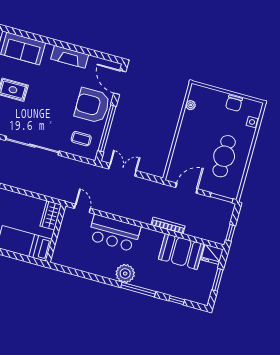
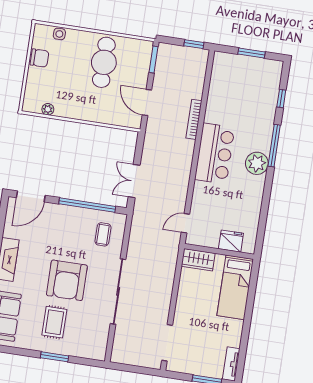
armchair: (92, 105) -> (67, 280), moved
cafe table: (224, 156) -> (104, 62), turned 90
bar counter: (114, 233) -> (215, 153), moved
booth: (181, 252) -> (223, 100), removed
fridge: (212, 254) -> (231, 241), moved, turned -90

